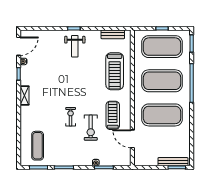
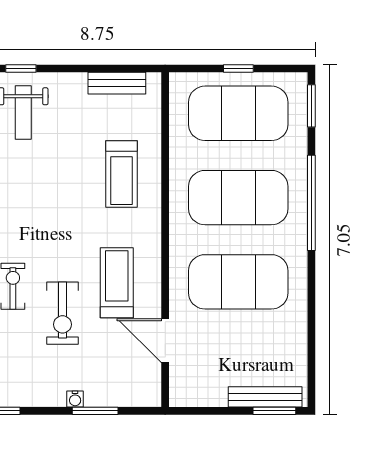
treadmill: (115, 71) -> (121, 174), width x0.73, depth x0.73

